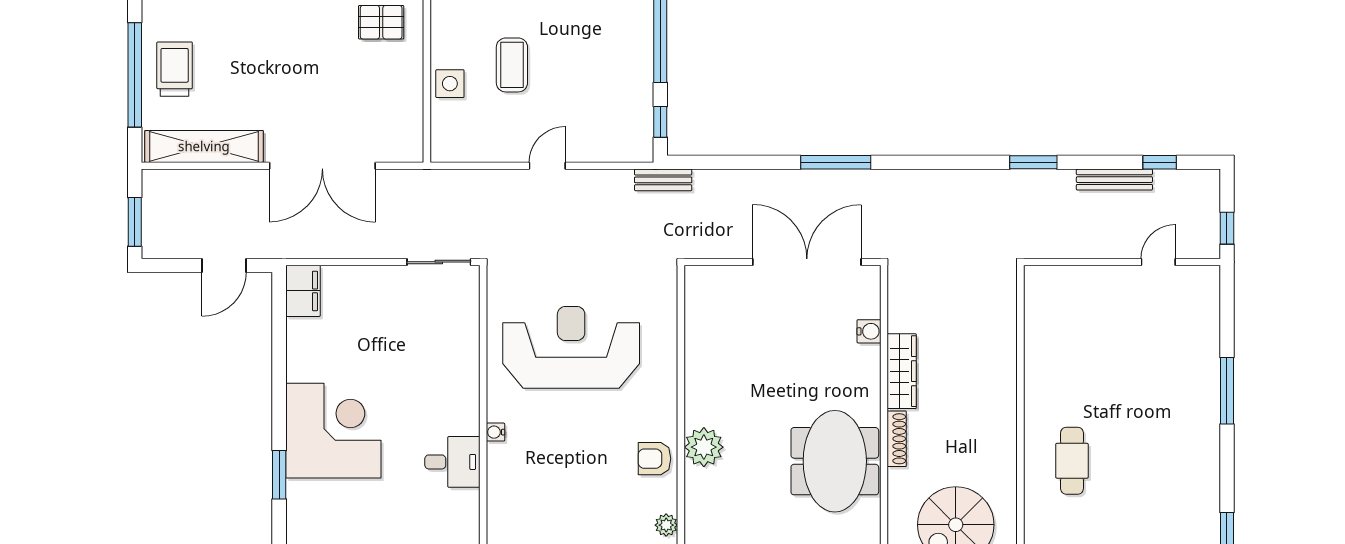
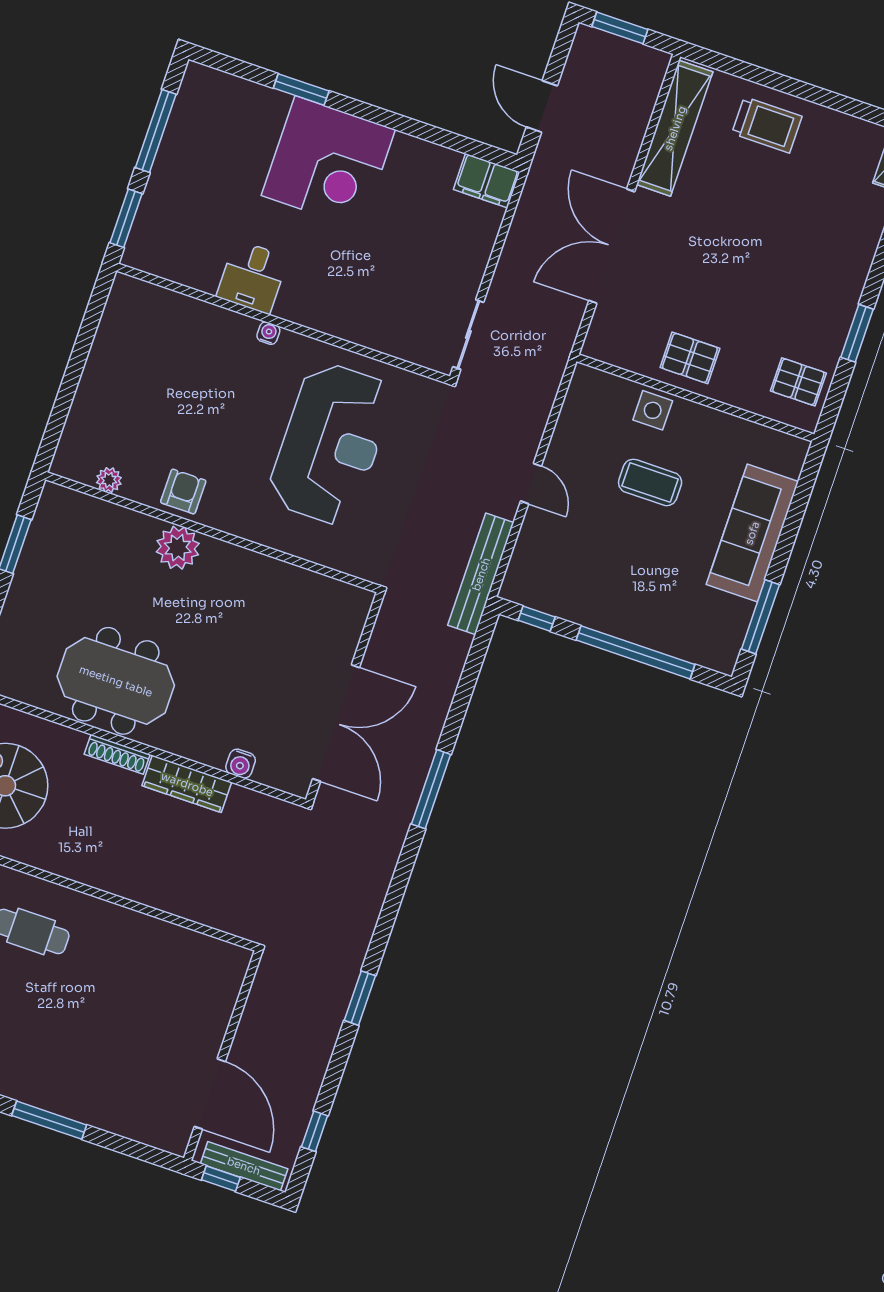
pallet: (381, 22) -> (690, 358), moved, turned 90
window: (135, 75) -> (775, 81), removed
bench: (663, 180) -> (481, 574), width x1.86, depth x1.21
bench: (1114, 180) -> (244, 1166), moved, turned 90
door: (1158, 262) -> (210, 1094), width x1.88

